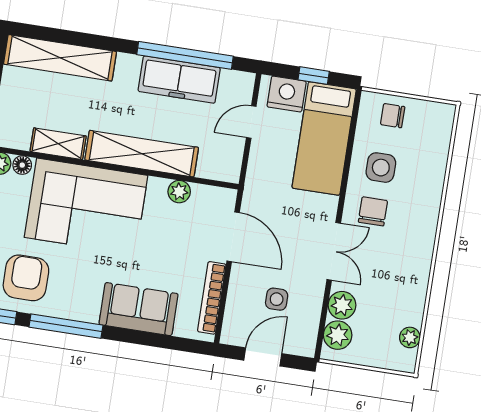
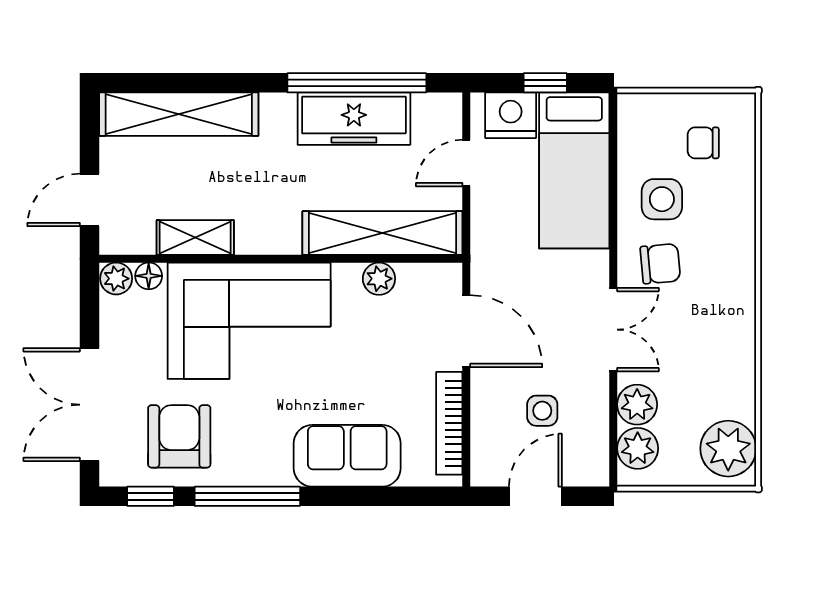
chair: (393, 116) -> (703, 143), moved
shelving: (142, 154) -> (382, 233), moved
chair: (373, 211) -> (660, 264), turned 85
plant: (410, 337) -> (728, 449), width x1.87, depth x1.87

